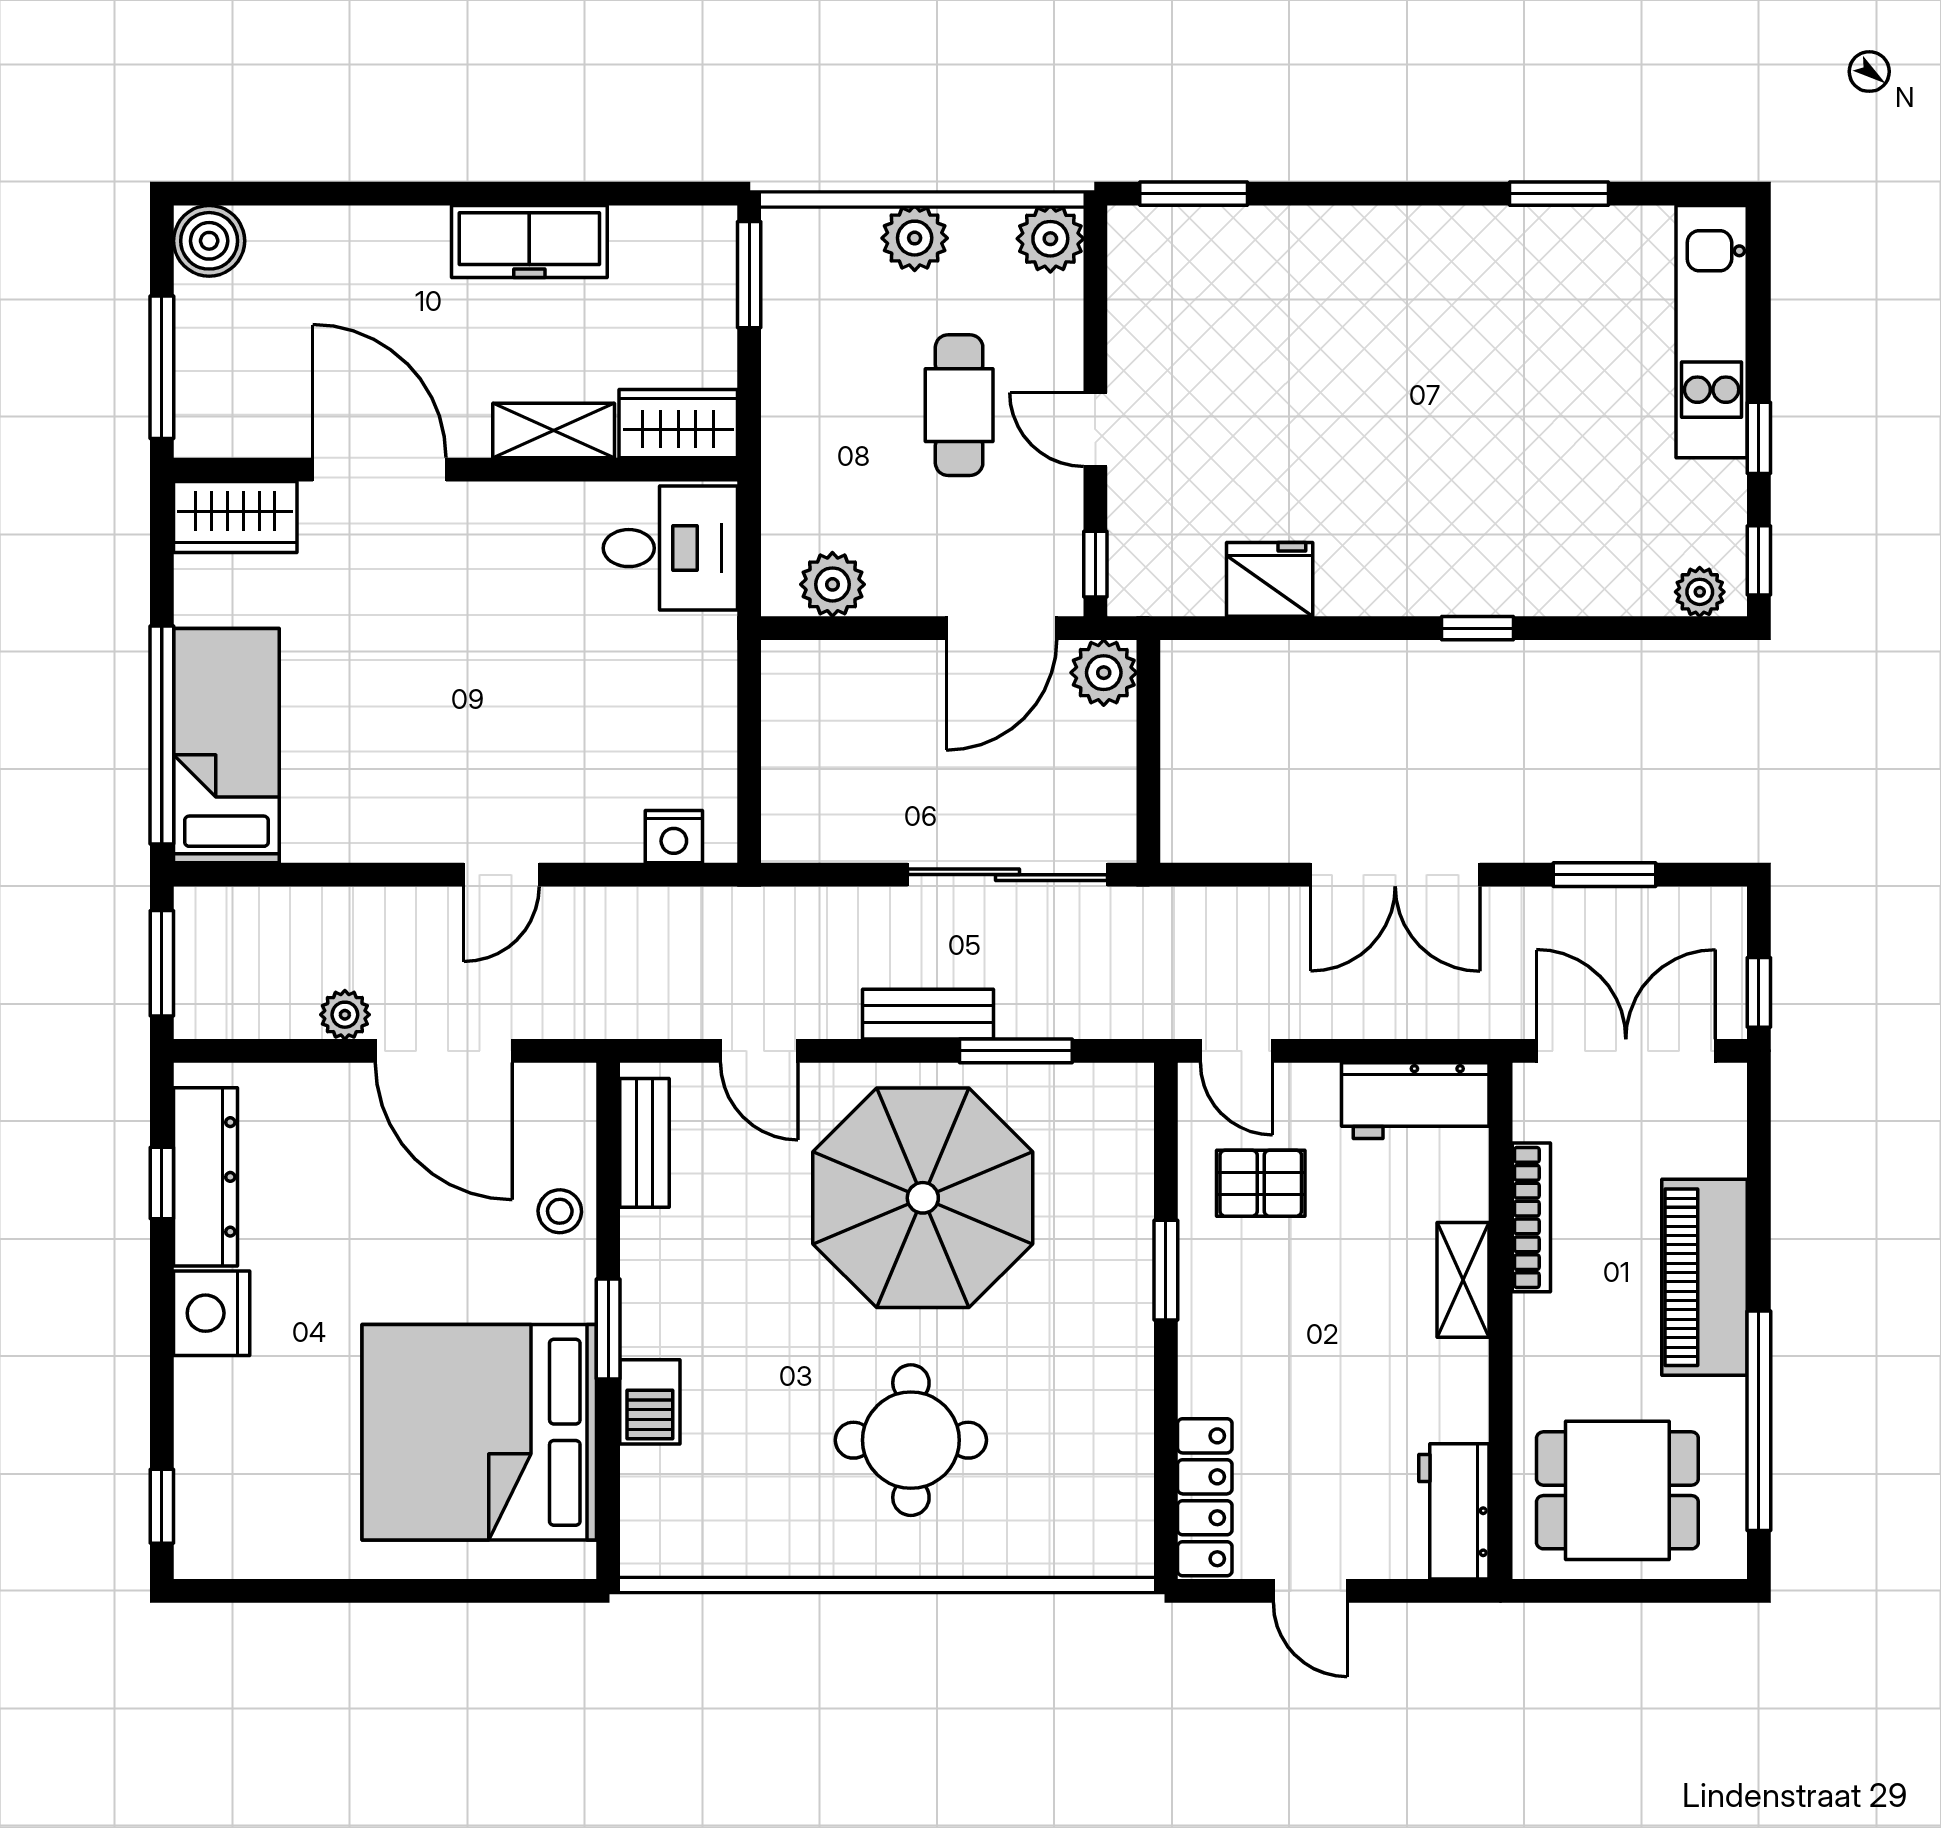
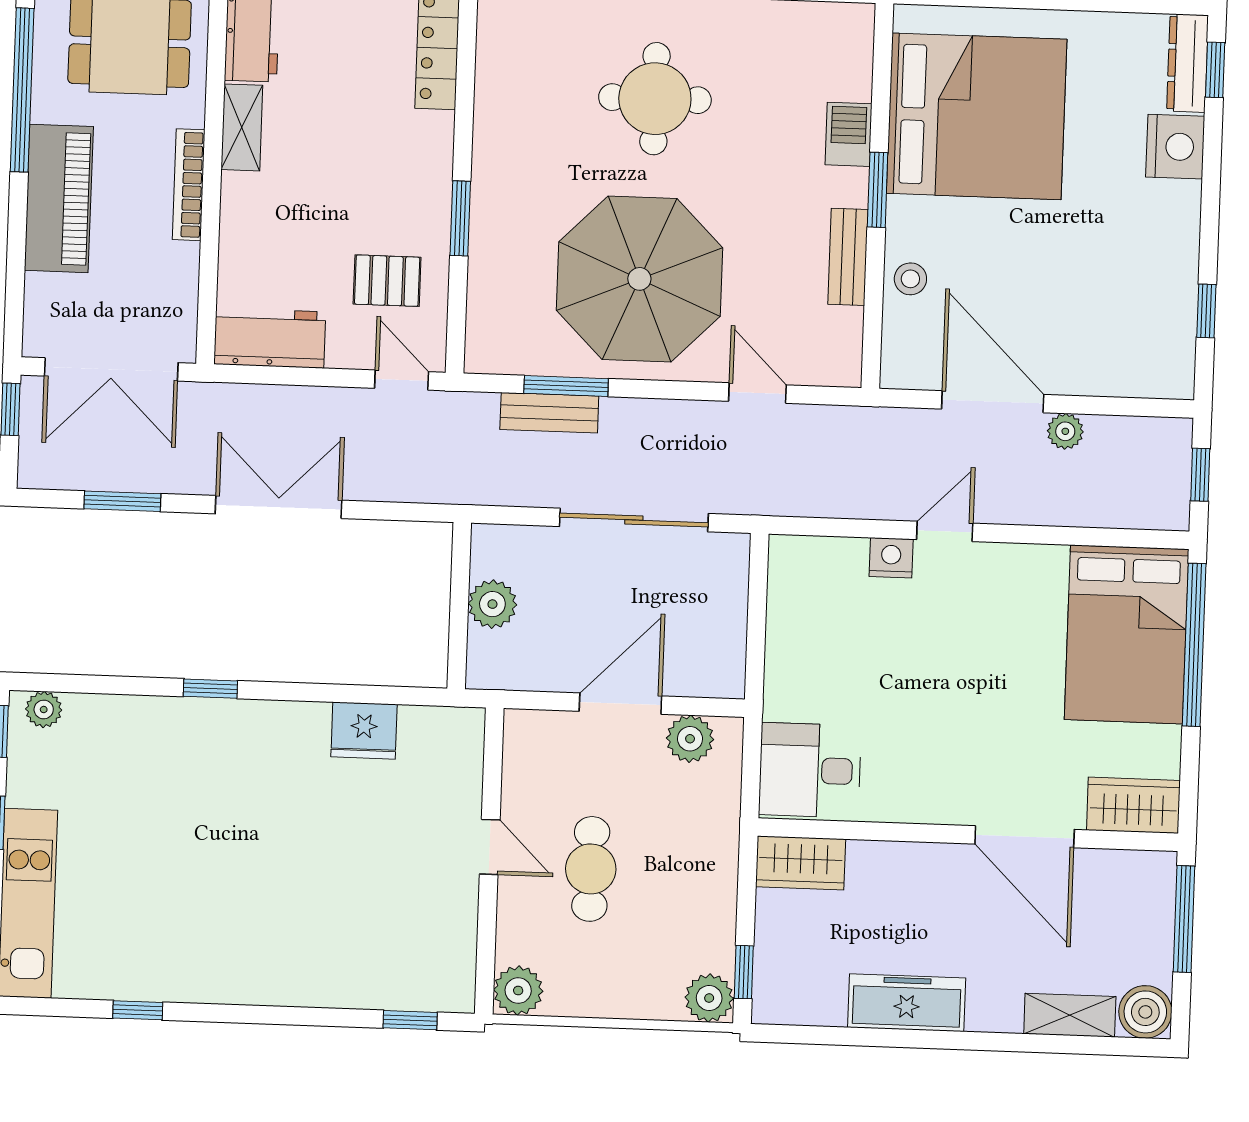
window: (1194, 194) -> (410, 1020), width x0.67
window: (1559, 194) -> (138, 1010), width x0.67
plant: (915, 238) -> (709, 998), moved
window: (749, 275) -> (744, 972), width x0.67
shelving: (554, 430) -> (1070, 1015), moved
window: (1095, 564) -> (493, 747), removed
door: (1001, 628) -> (620, 704), moved
plant: (1104, 673) -> (492, 604), moved
bed: (226, 746) -> (1127, 634), width x1.50
nightstand: (674, 837) -> (891, 558), moved
sliding door: (1008, 875) -> (634, 520), moved
window: (162, 963) -> (1200, 475), width x0.67
bench: (928, 1014) -> (549, 413), moved
bench: (645, 1143) -> (848, 257), moved
dresser: (205, 1177) -> (1188, 63), moved, width x0.73, depth x0.80
bookcase: (1531, 1217) -> (189, 185), moved
shelving: (1463, 1280) -> (242, 127), moved
nightstand: (212, 1313) -> (1175, 147), moved

